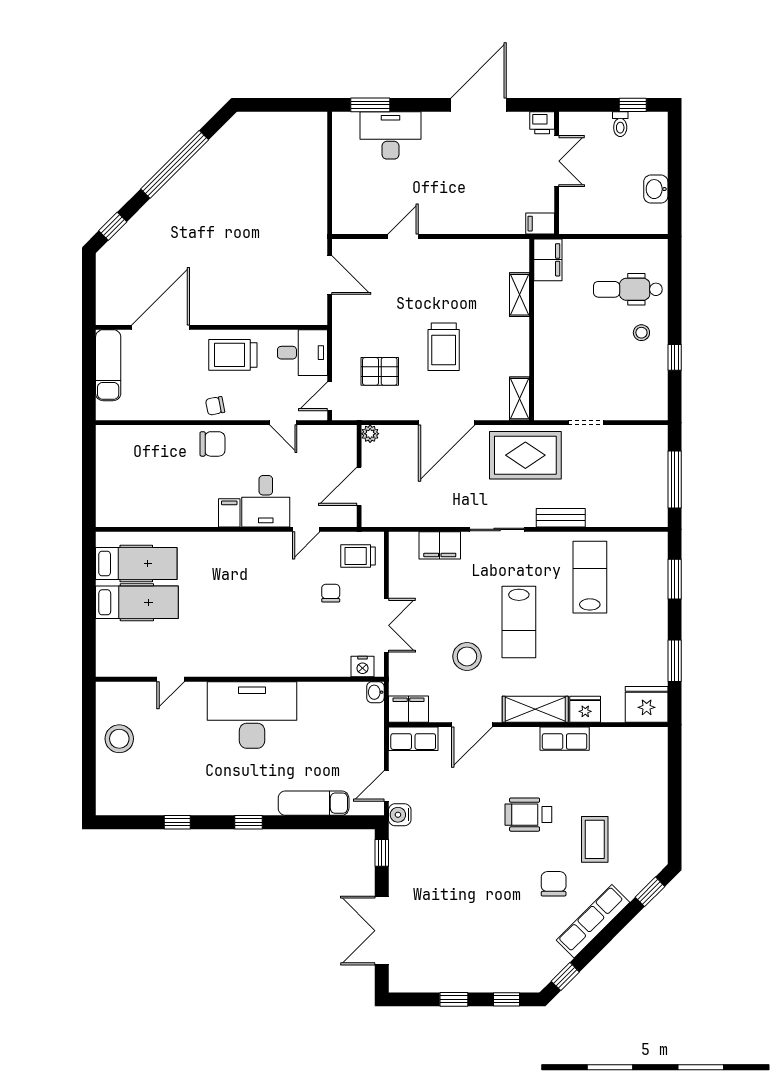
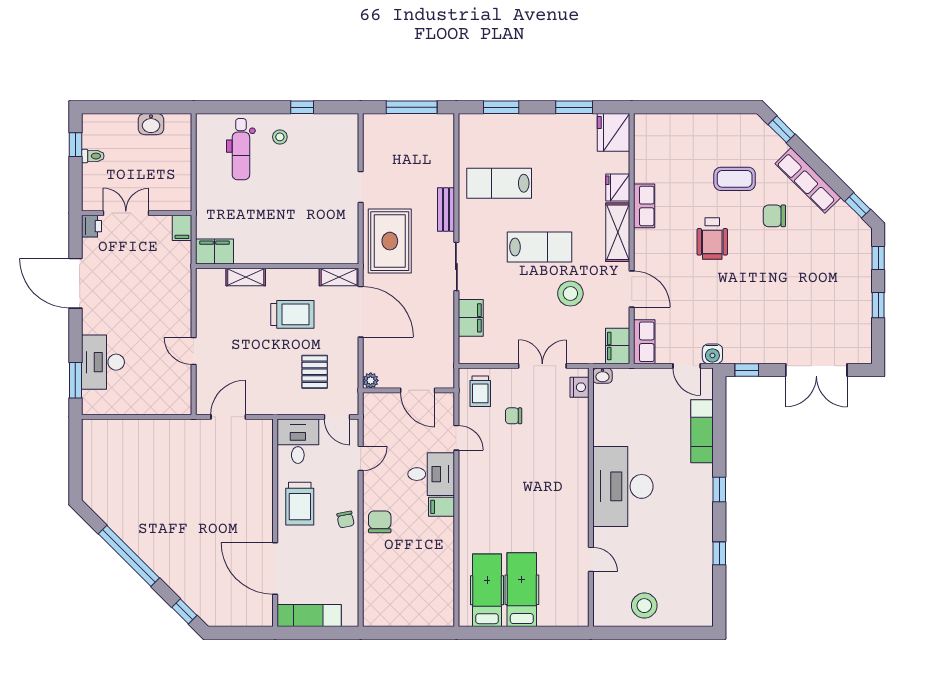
filing cabinet: (548, 260) -> (214, 251), moved
shelving: (519, 295) -> (246, 277), moved
wall: (532, 330) -> (277, 266), moved
shelving: (519, 399) -> (339, 277), moved

